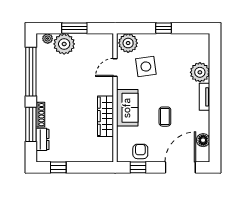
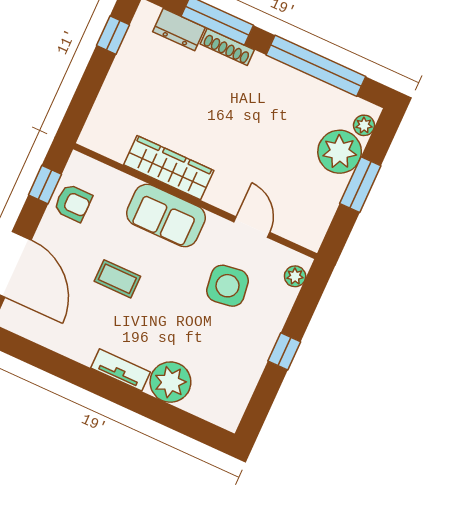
plant: (128, 43) -> (295, 276), width x0.53, depth x0.53
floor lamp: (203, 140) -> (40, 330), removed

